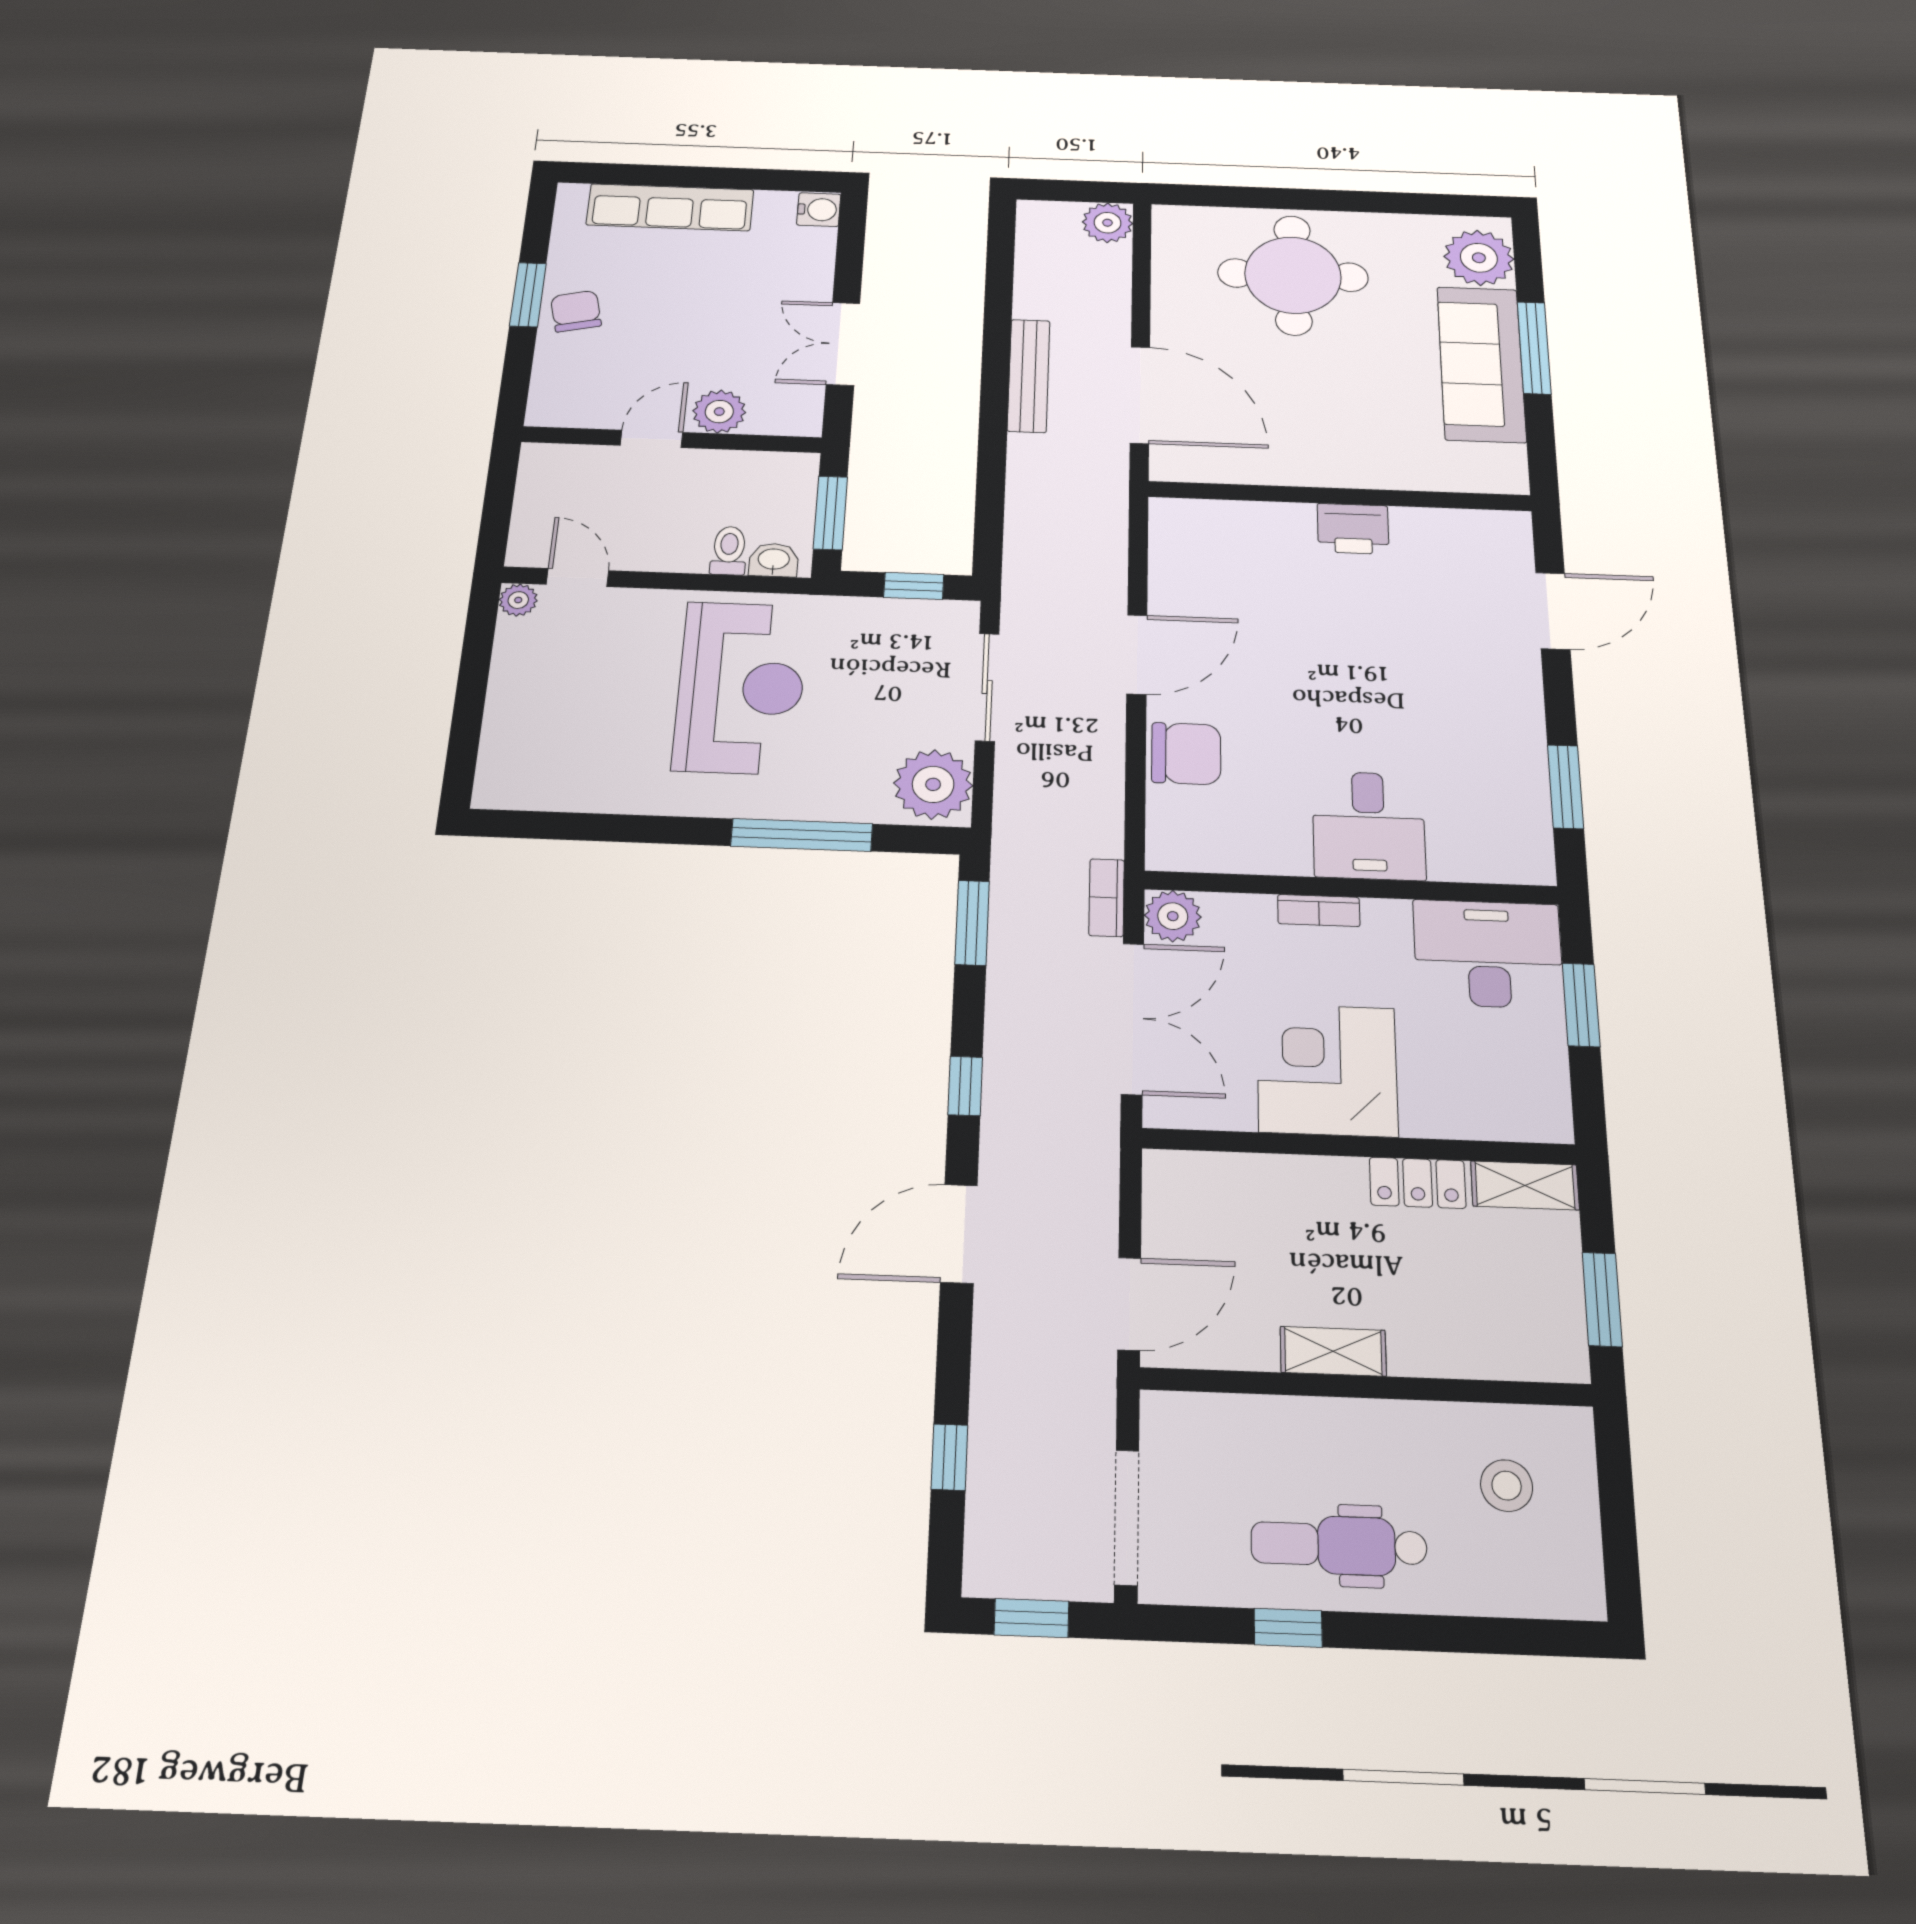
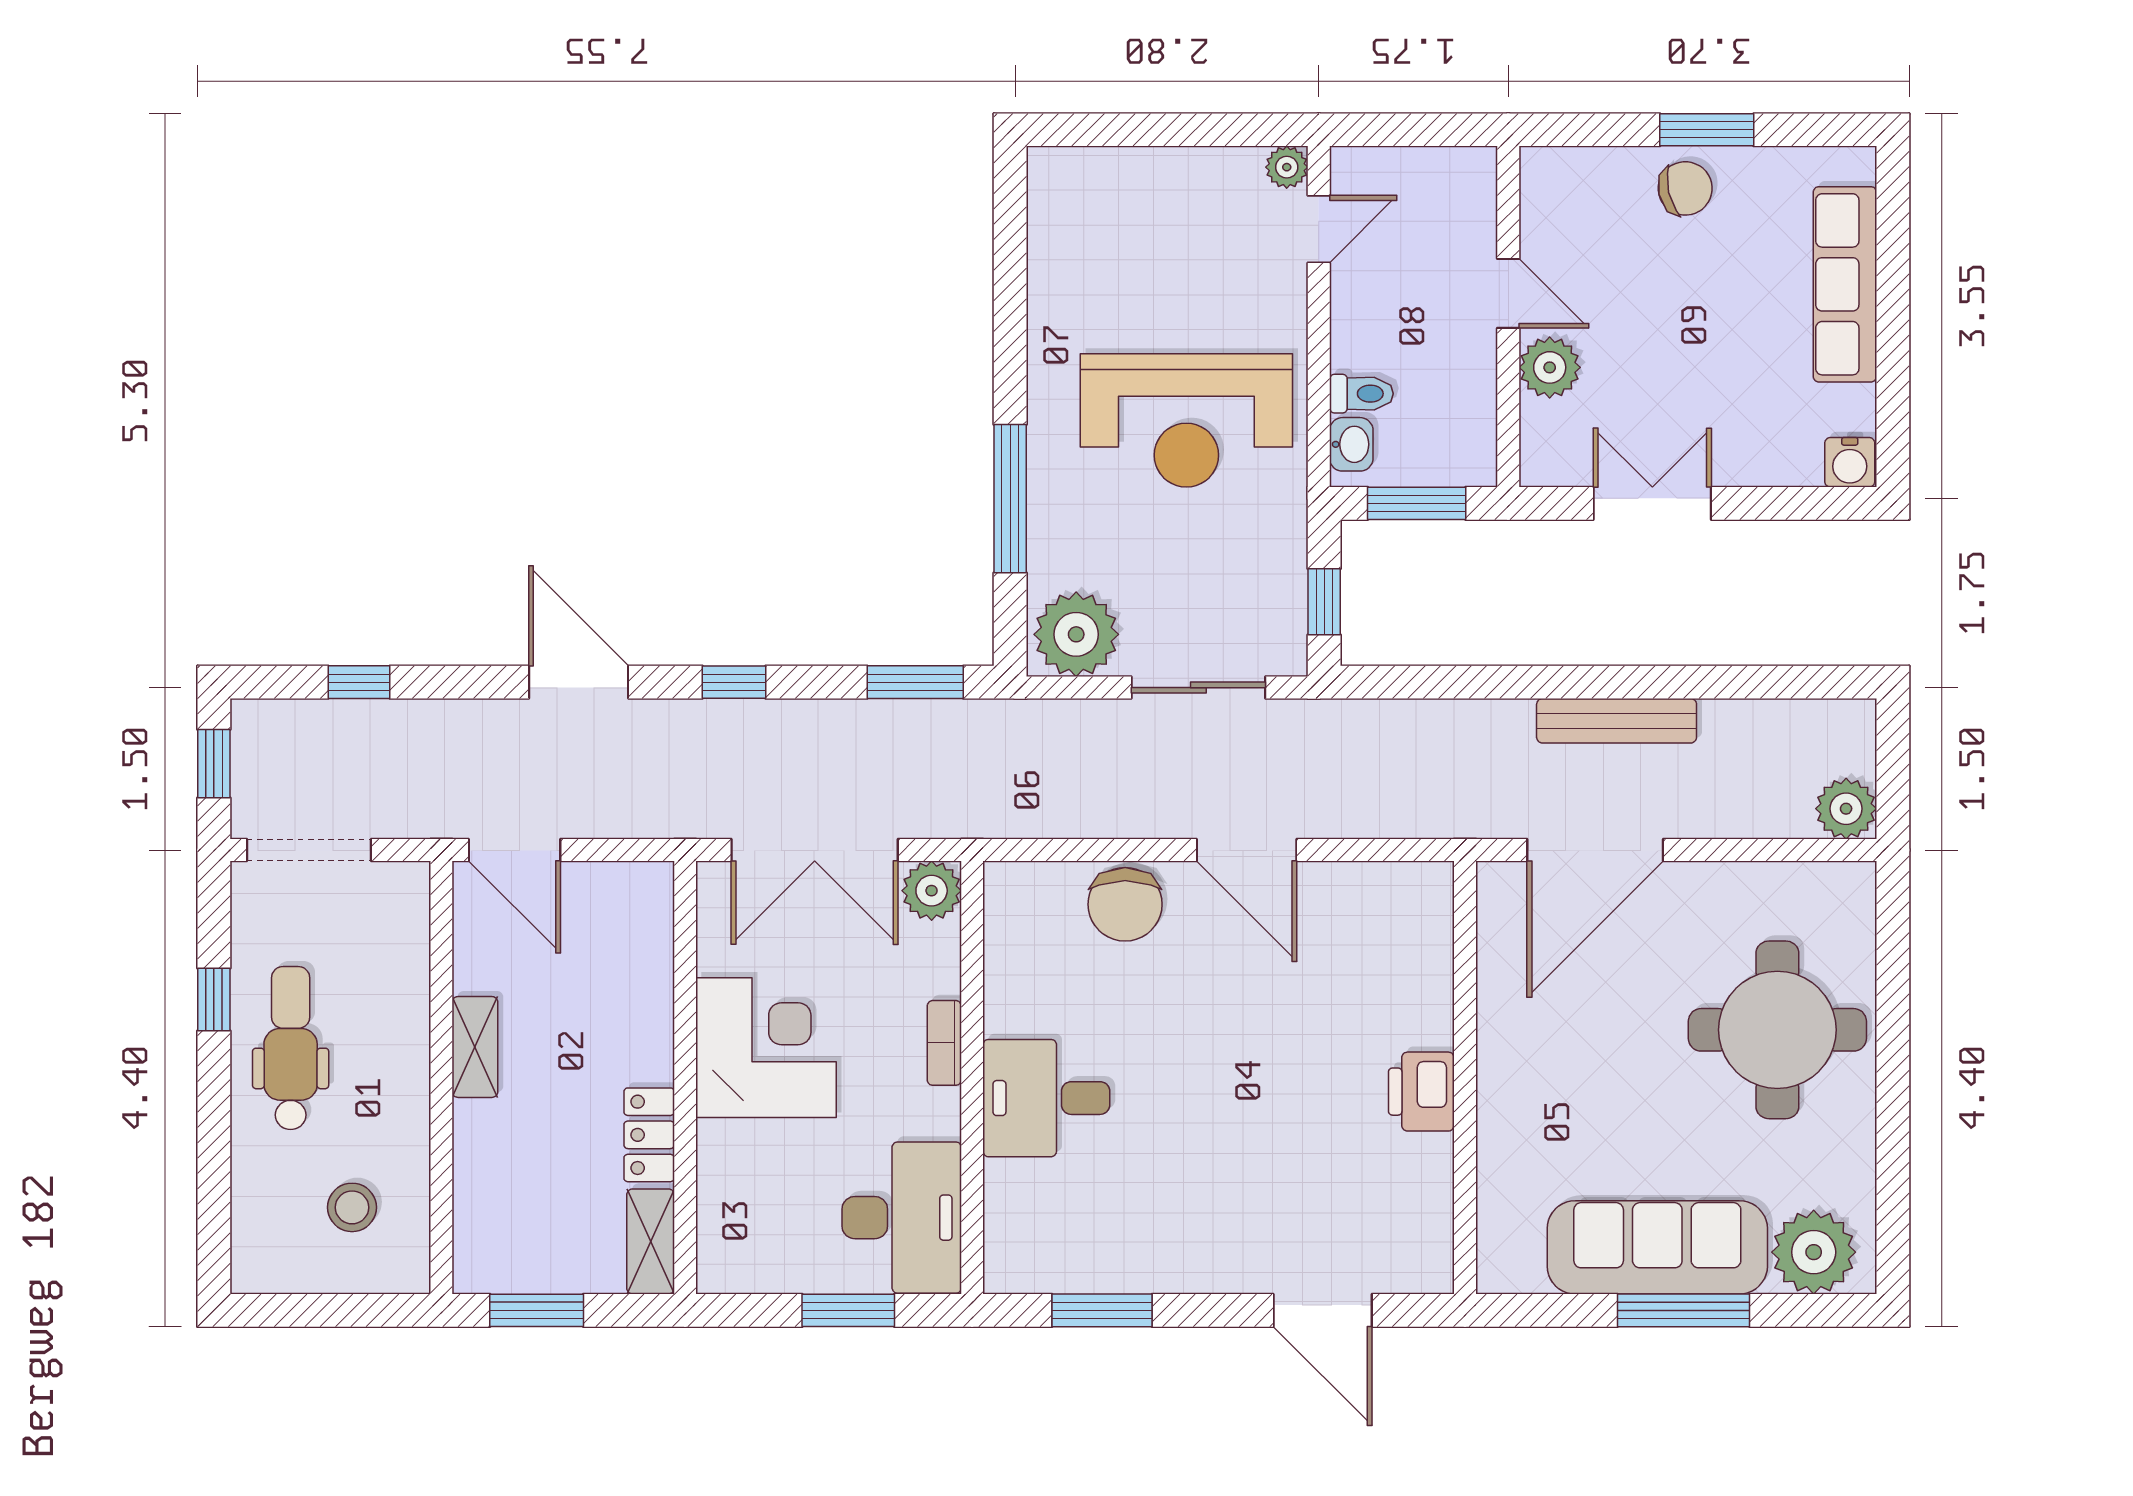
bookcase: (1107, 898) -> (950, 821), removed

